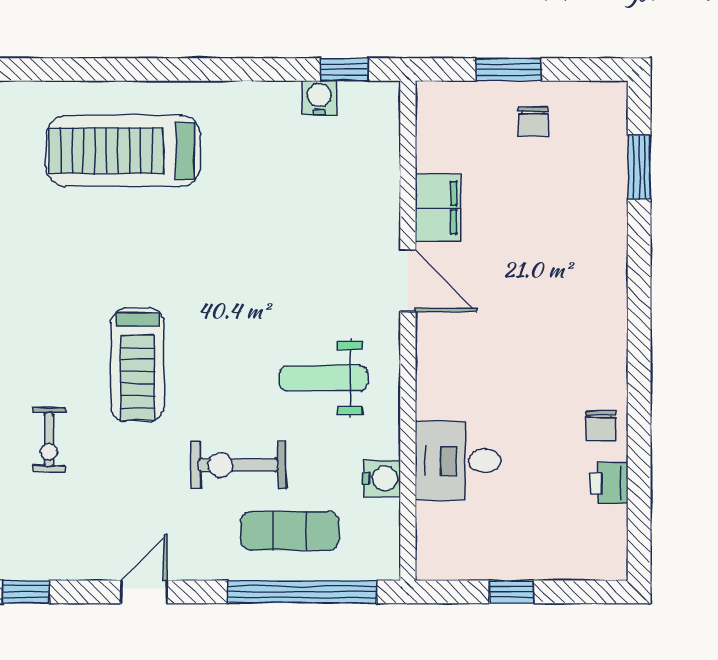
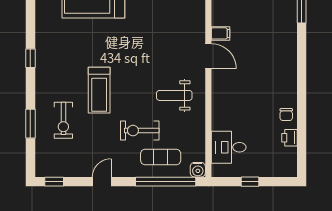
filing cabinet: (438, 208) -> (220, 33), width x0.50
exercise bike: (49, 440) -> (63, 120), width x1.38, depth x1.39
desk: (458, 461) -> (229, 147), moved
water cooler: (382, 478) -> (198, 170), moved, turned 90

